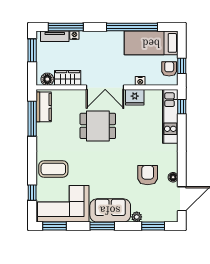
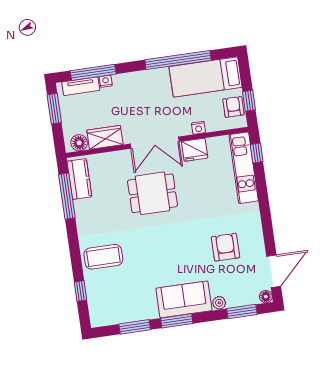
floor lamp: (173, 177) -> (266, 297), moved
corner sofa: (63, 204) -> (122, 300), removed
window: (55, 226) -> (135, 327), moved

